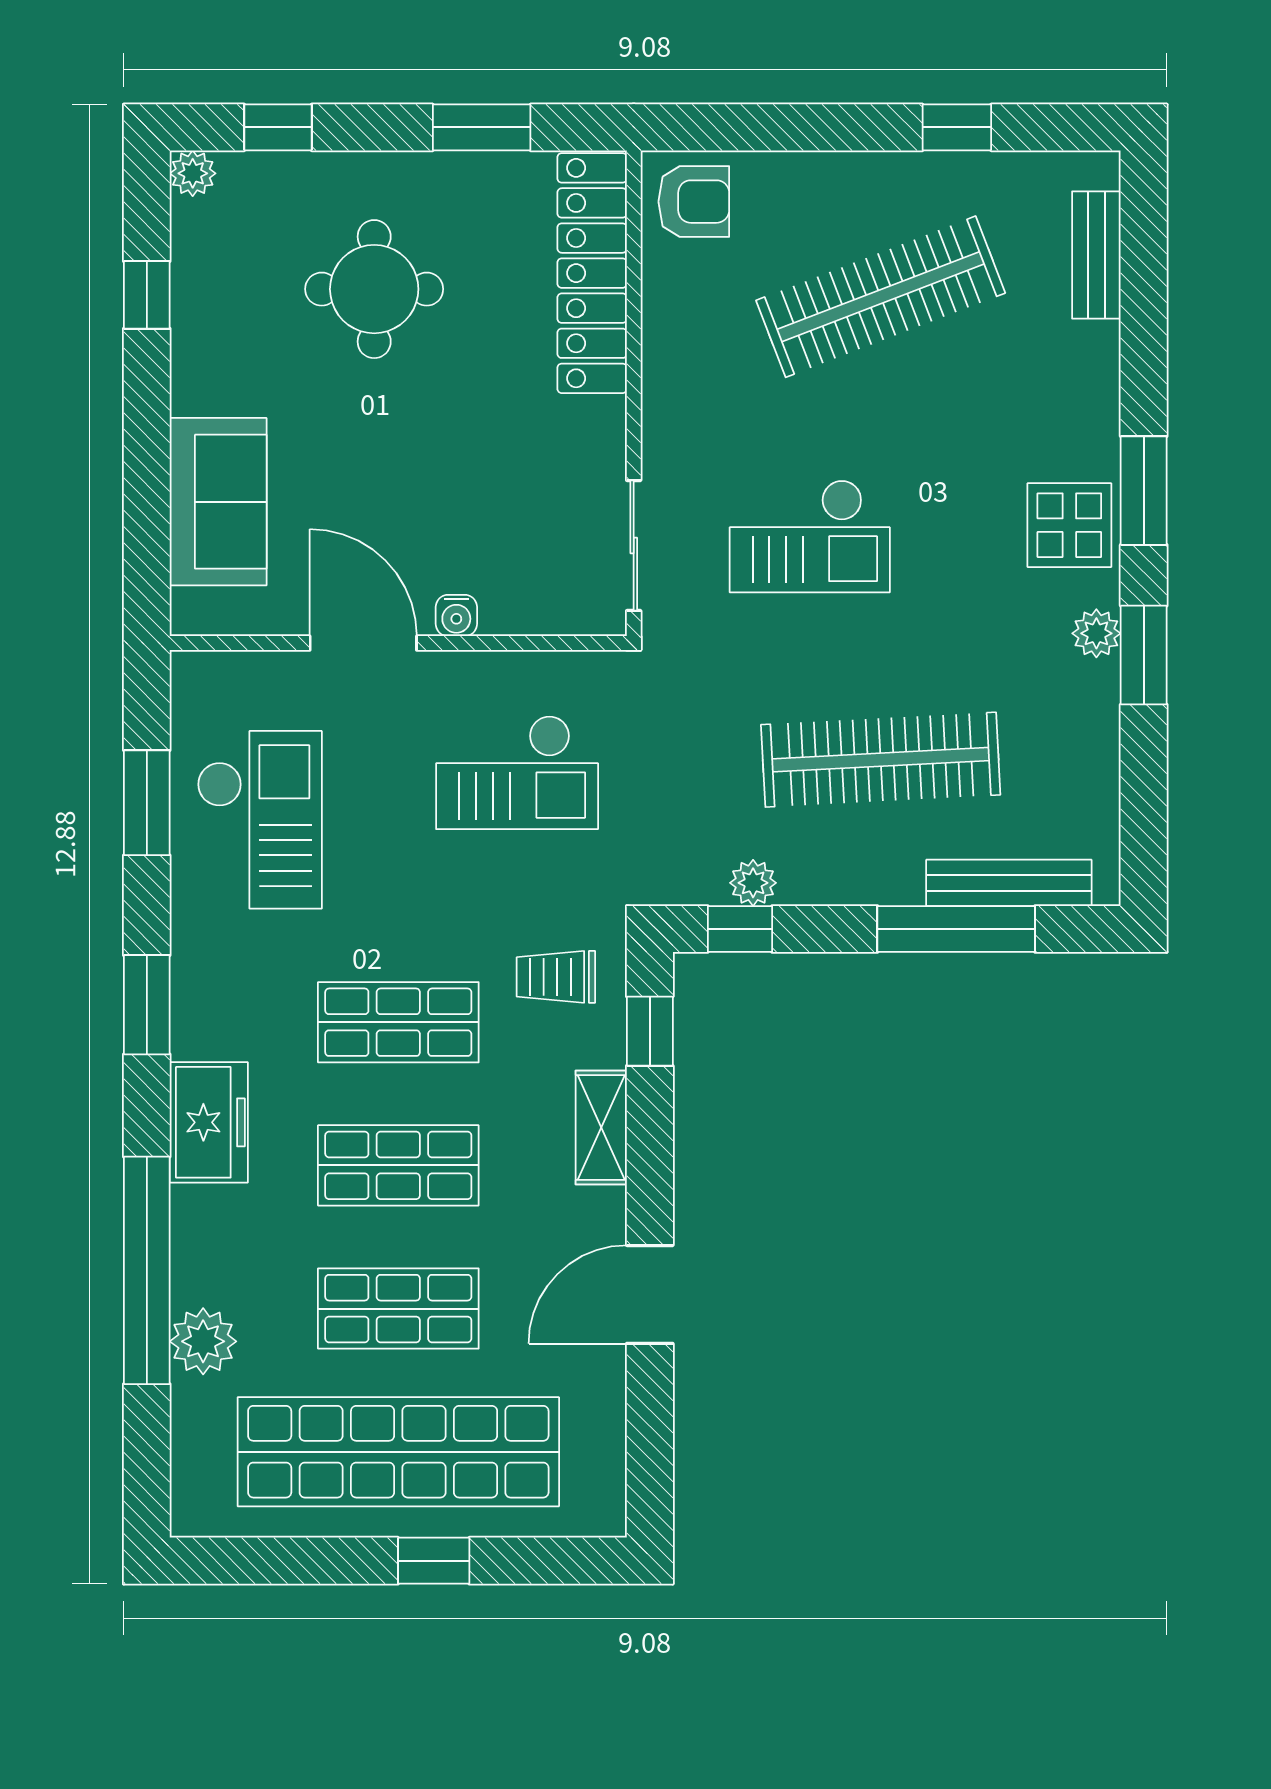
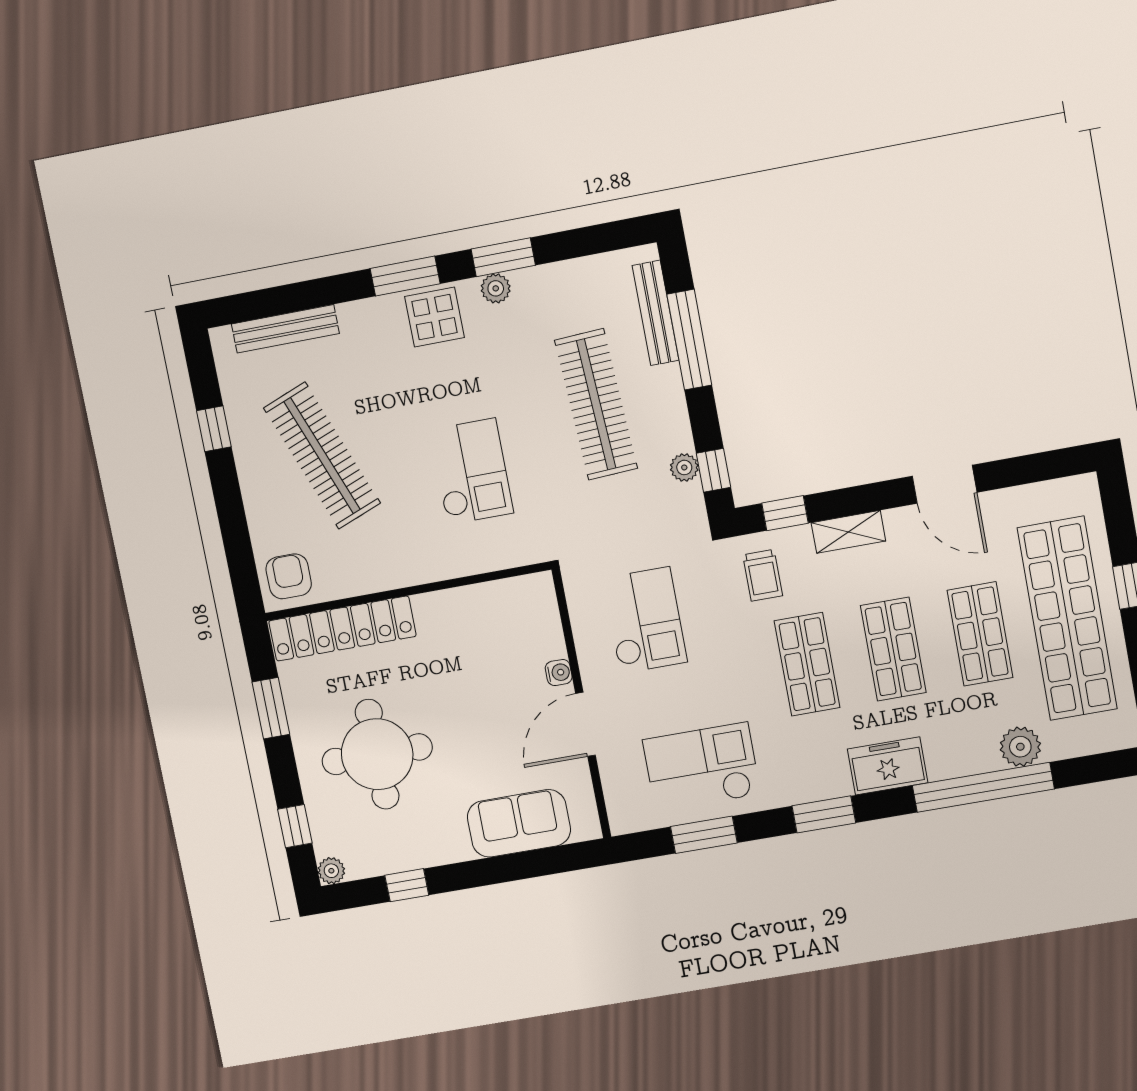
bench: (1096, 255) -> (285, 329), width x1.36
round table: (374, 289) -> (377, 754), width x1.36, depth x1.36
sliding door: (634, 545) -> (497, 575), removed

